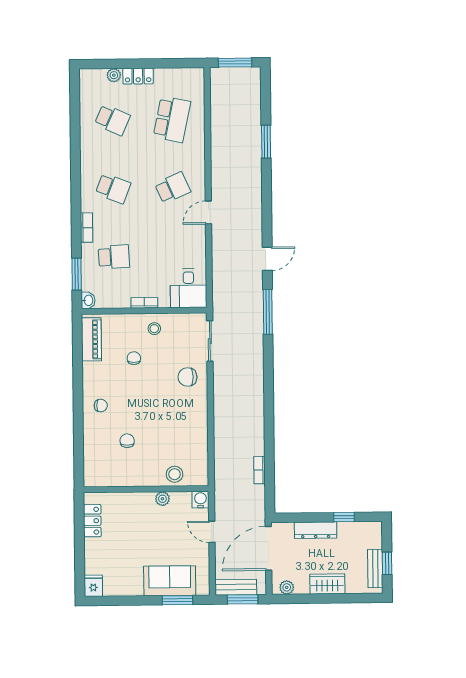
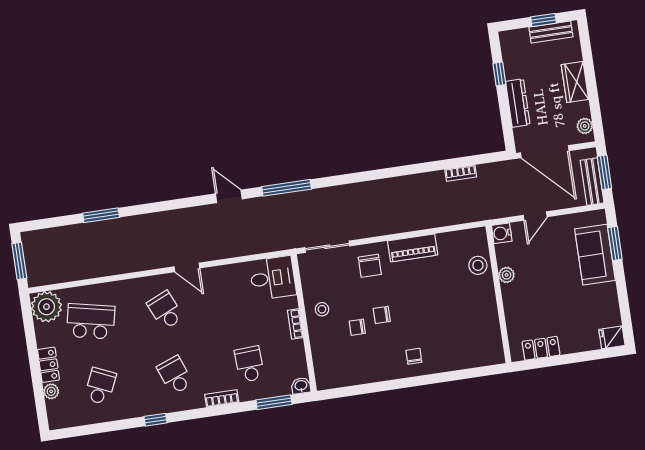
plant: (191, 81) -> (46, 307), added
window: (76, 165) -> (155, 420), added
school desk: (113, 188) -> (175, 375), turned -42
piano: (91, 339) -> (413, 248), moved, turned 180
chair: (127, 441) -> (382, 315), moved

